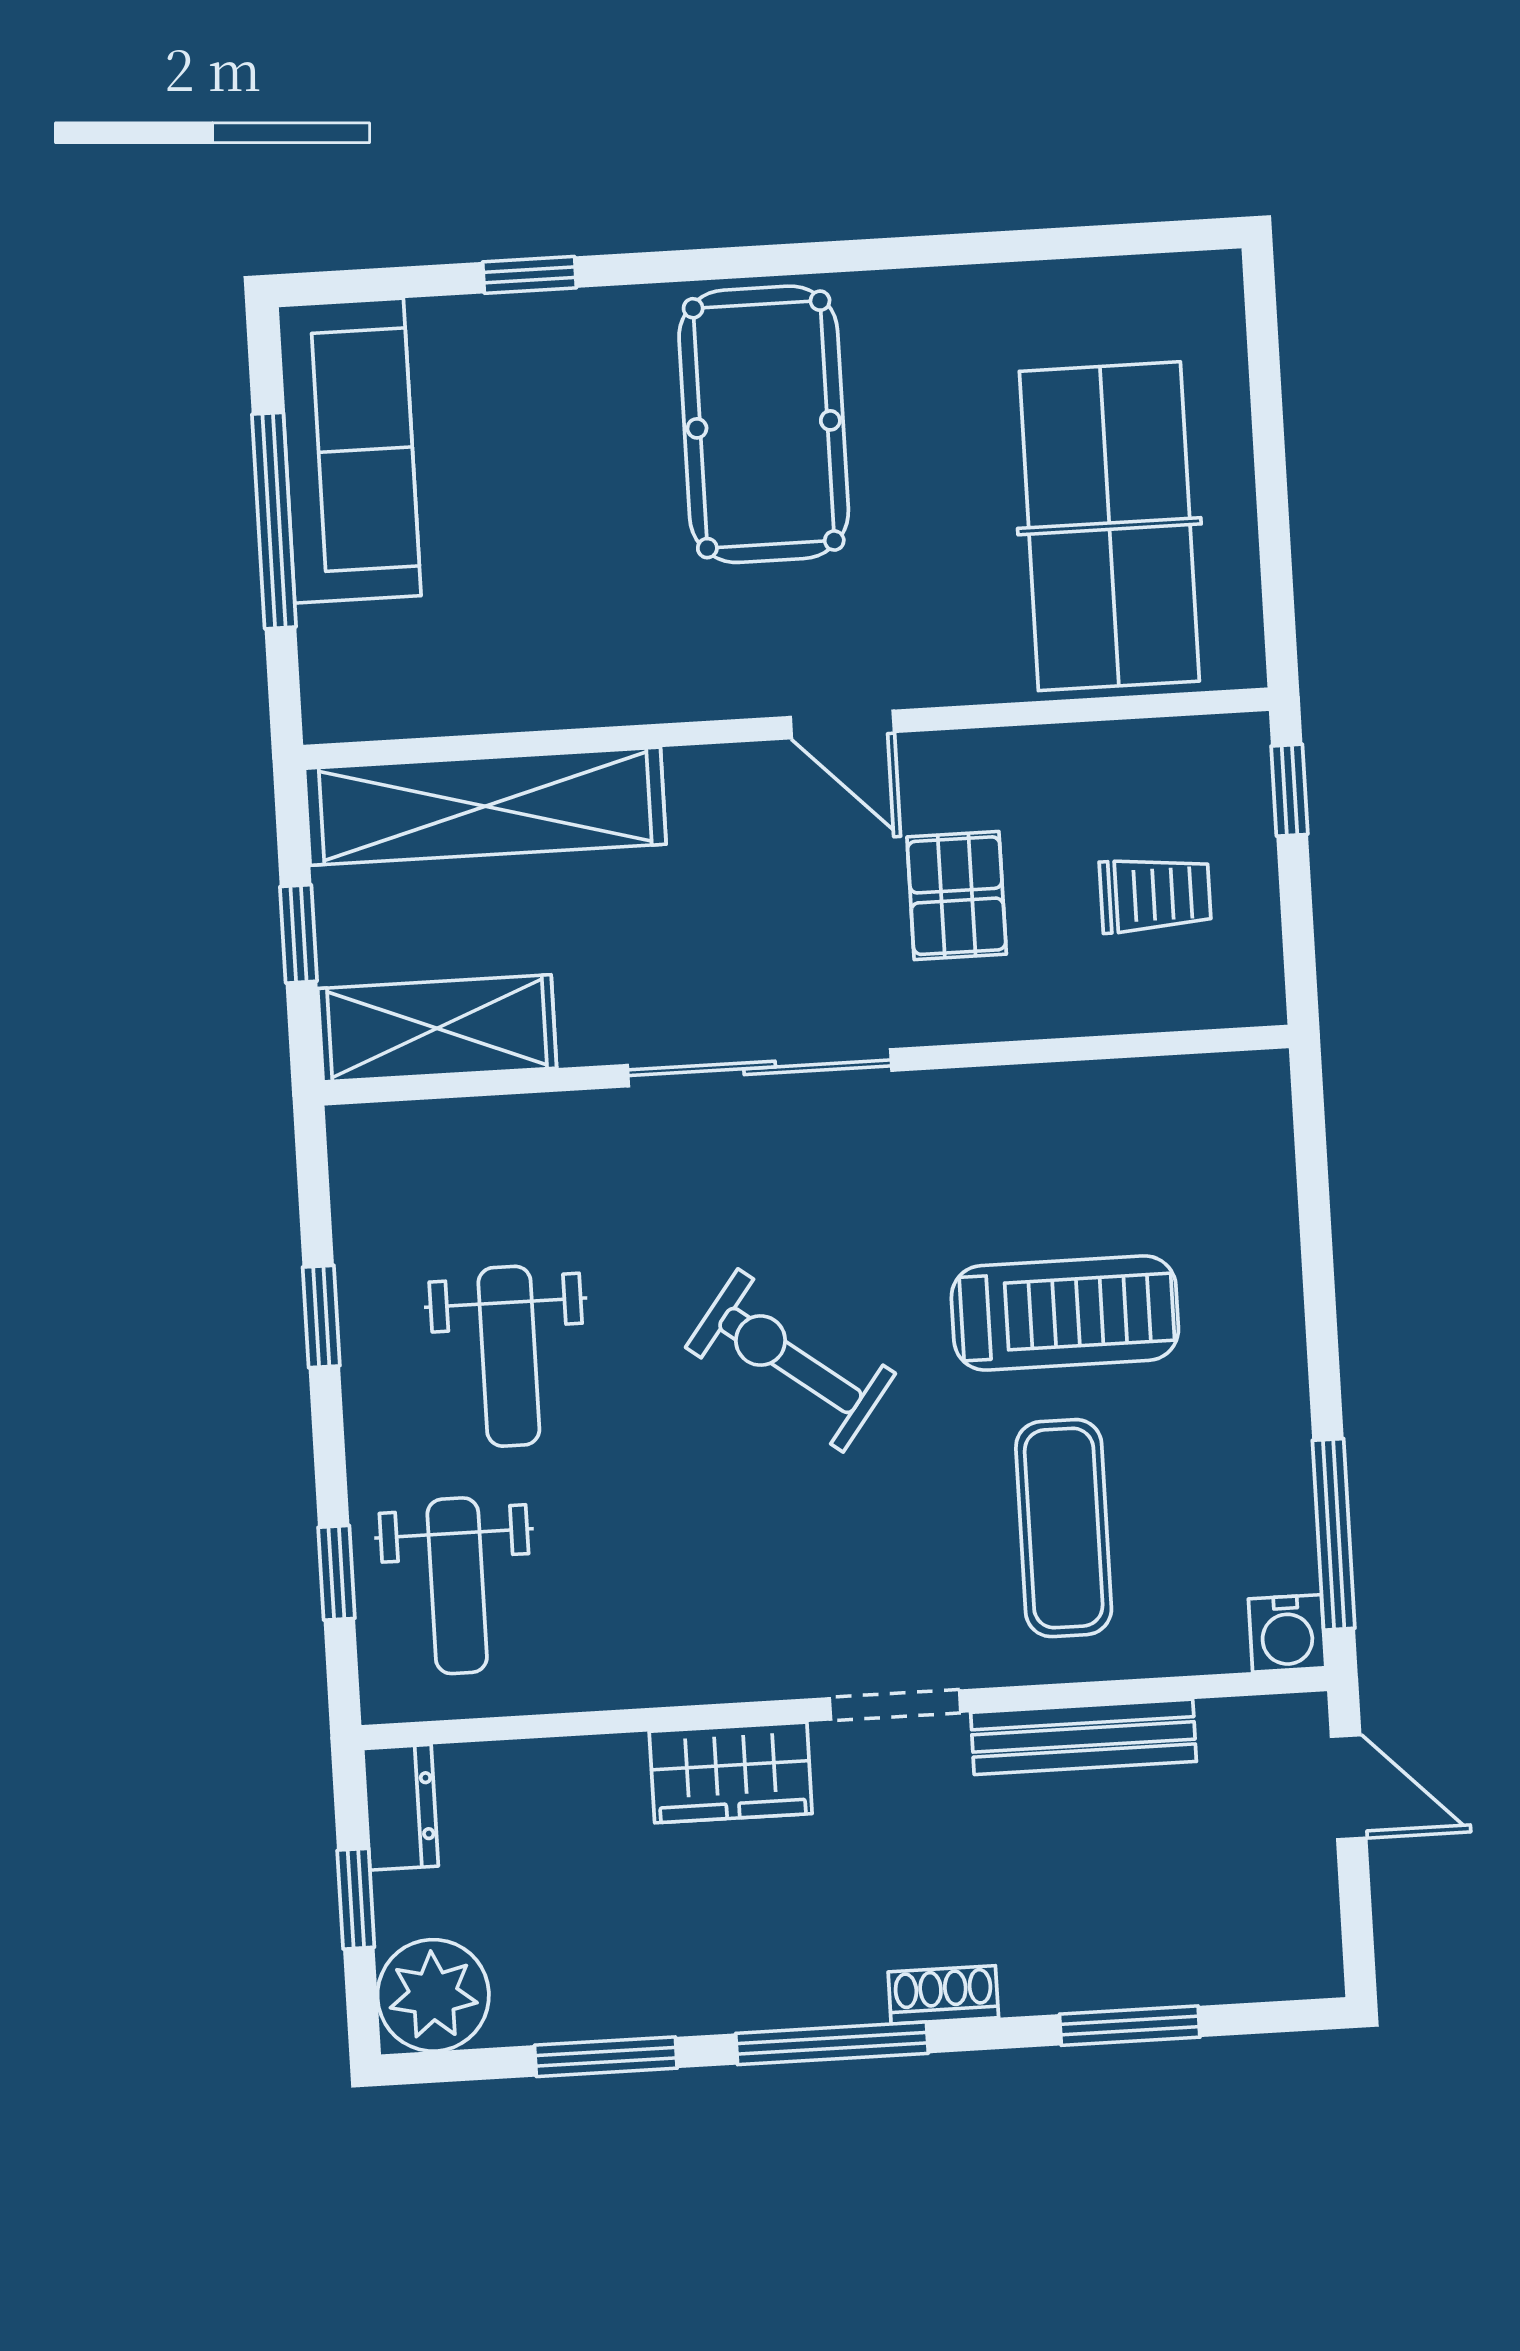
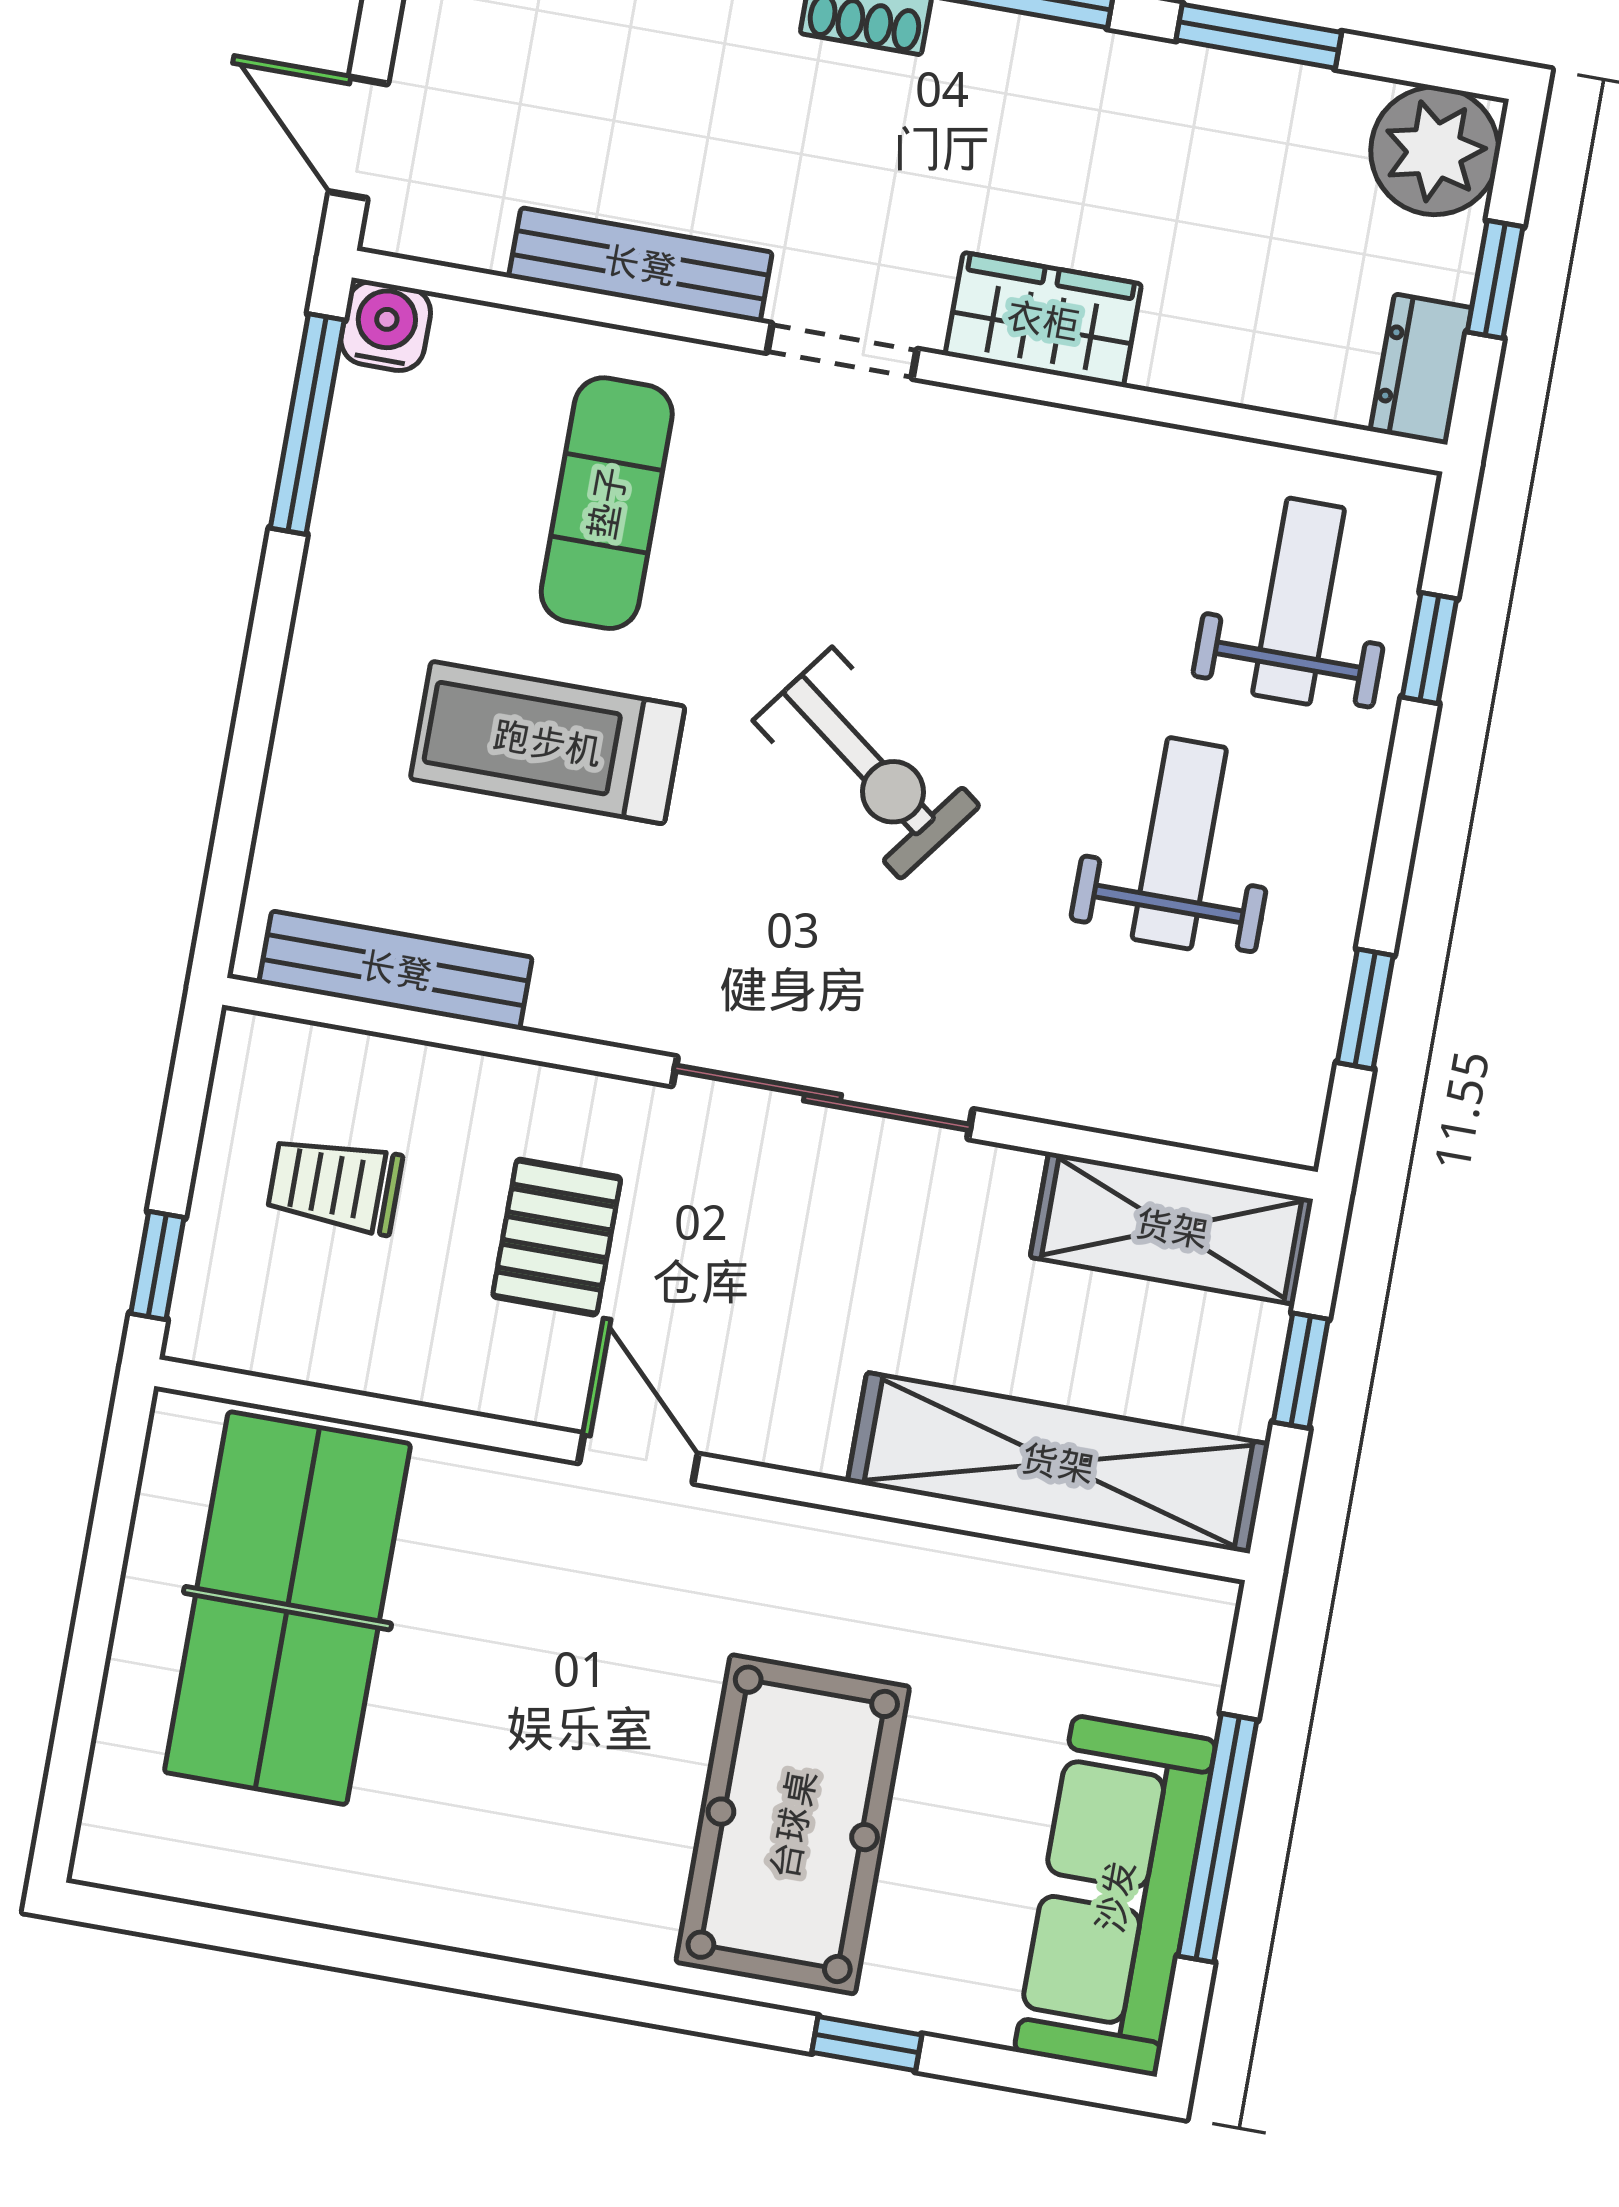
pool table: (764, 424) -> (793, 1824), moved
bench: (1148, 1089) -> (396, 970), added
window: (321, 1316) -> (1365, 1009), moved

